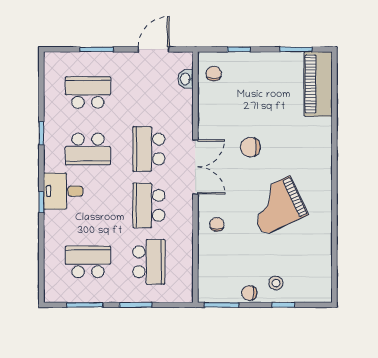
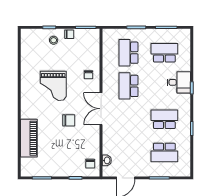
piano: (318, 84) -> (29, 138), moved
school desk: (149, 149) -> (128, 119), removed
desk: (63, 191) -> (179, 82), moved
school desk: (149, 205) -> (128, 86), turned 180
grand piano: (277, 206) -> (53, 86), turned 115
school desk: (88, 262) -> (164, 53), turned 180

